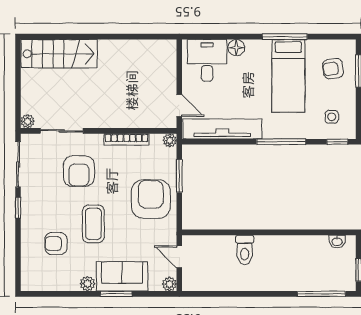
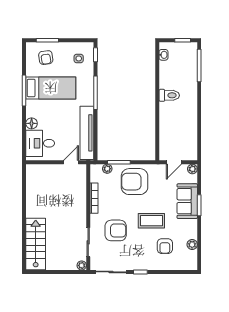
plant: (170, 140) -> (107, 169), moved
toilet: (245, 250) -> (169, 95), moved
plant: (87, 284) -> (192, 244), moved

